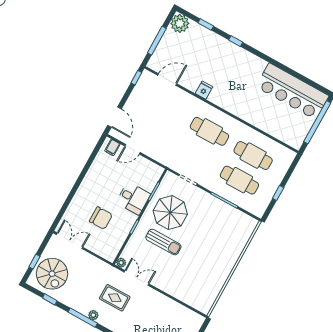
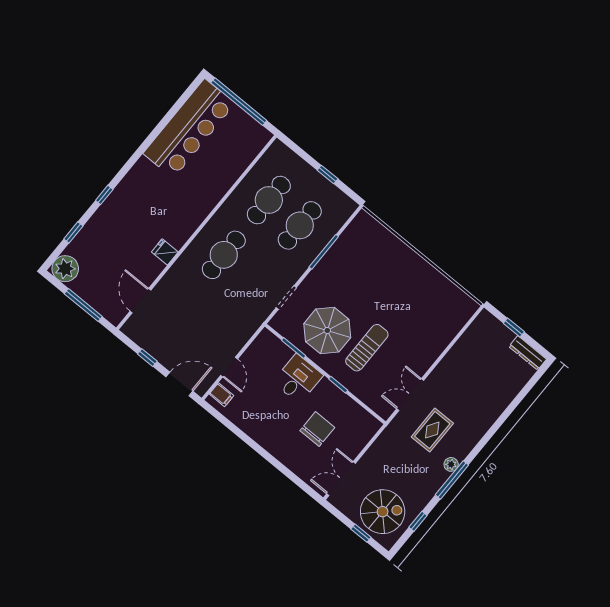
window: (136, 78) -> (147, 358), moved
plant: (121, 263) -> (385, 412), removed

